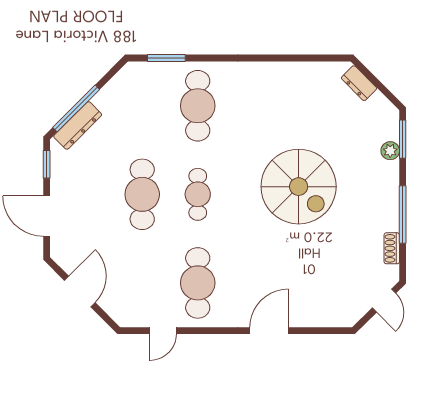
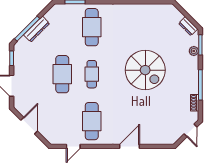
dresser: (359, 83) -> (188, 26), moved
dresser: (78, 125) -> (37, 29), moved

